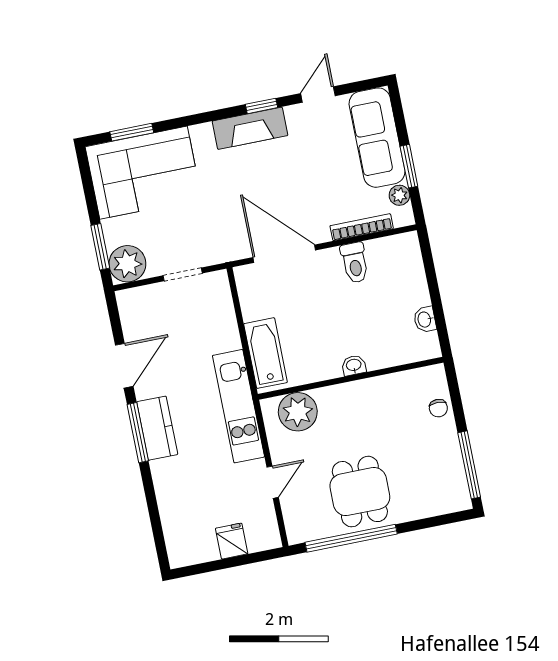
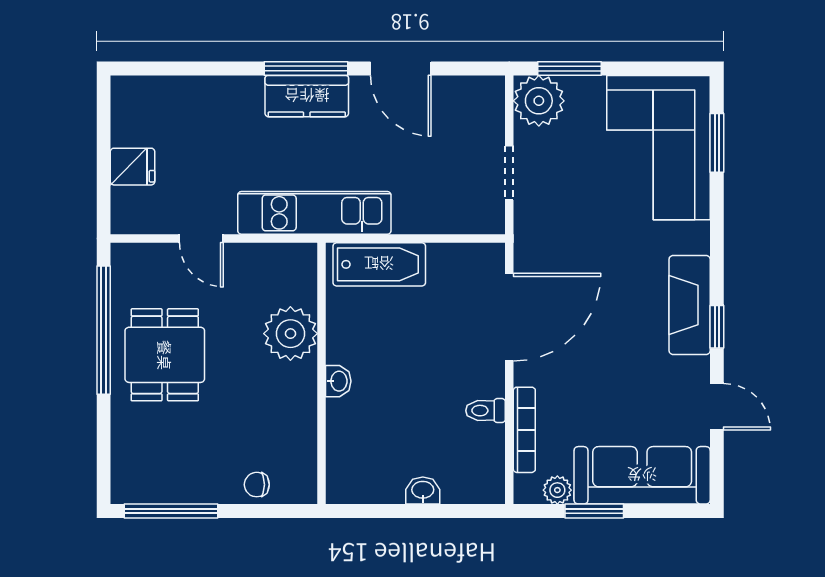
toilet: (355, 263) -> (485, 411), width x0.73, depth x0.72
washbasin: (425, 319) -> (423, 491), moved
plant: (298, 412) -> (290, 334), moved
dining table: (360, 492) -> (165, 355), turned 90

